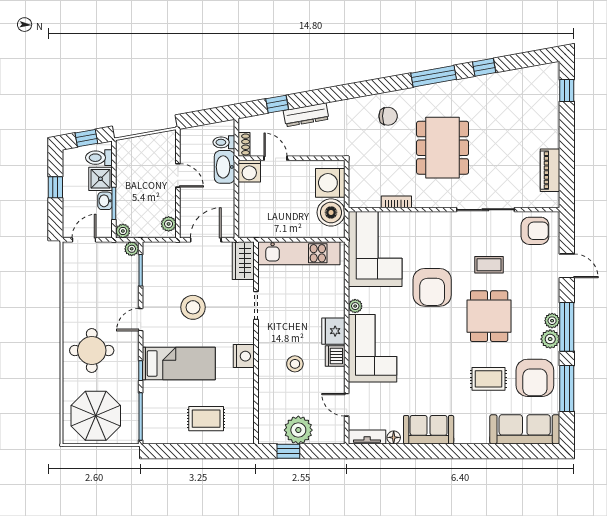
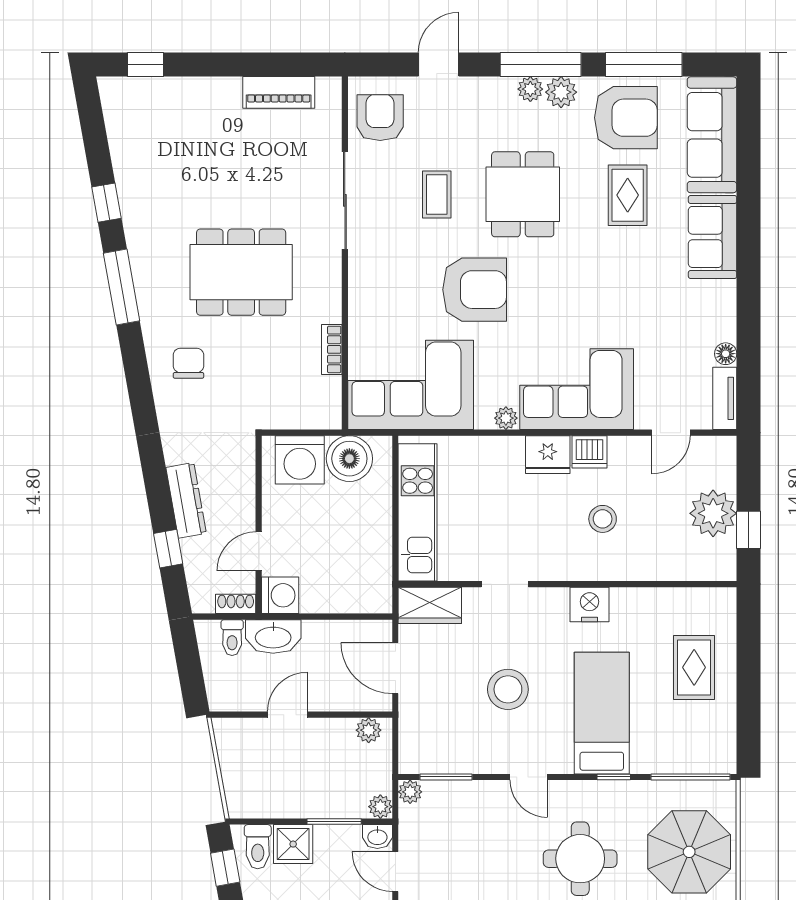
washbasin: (105, 201) -> (377, 837), moved
dining table: (489, 316) -> (523, 194), turned 90
sofa: (429, 430) -> (713, 237), moved

